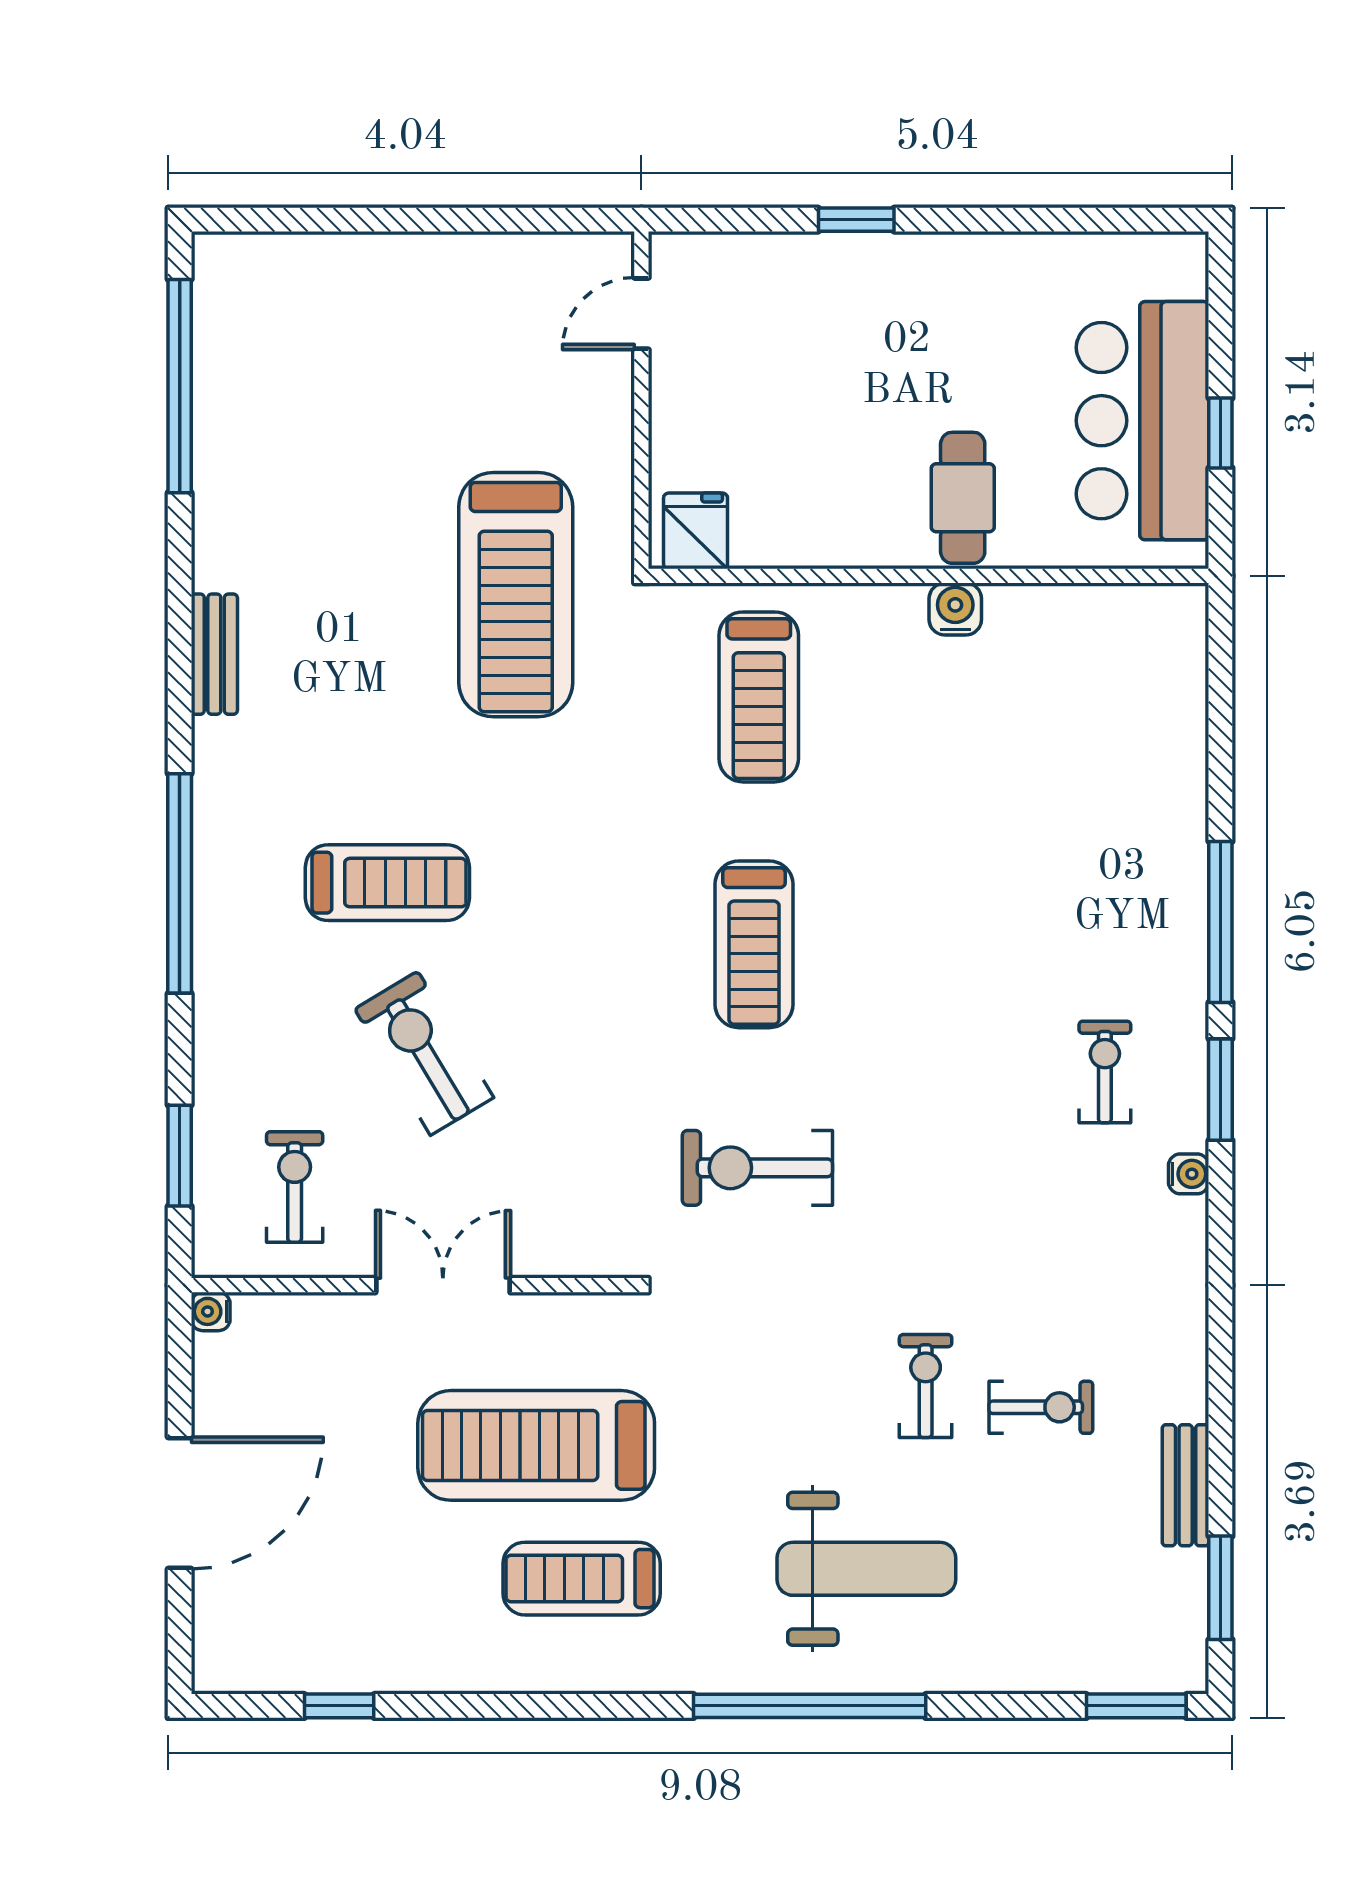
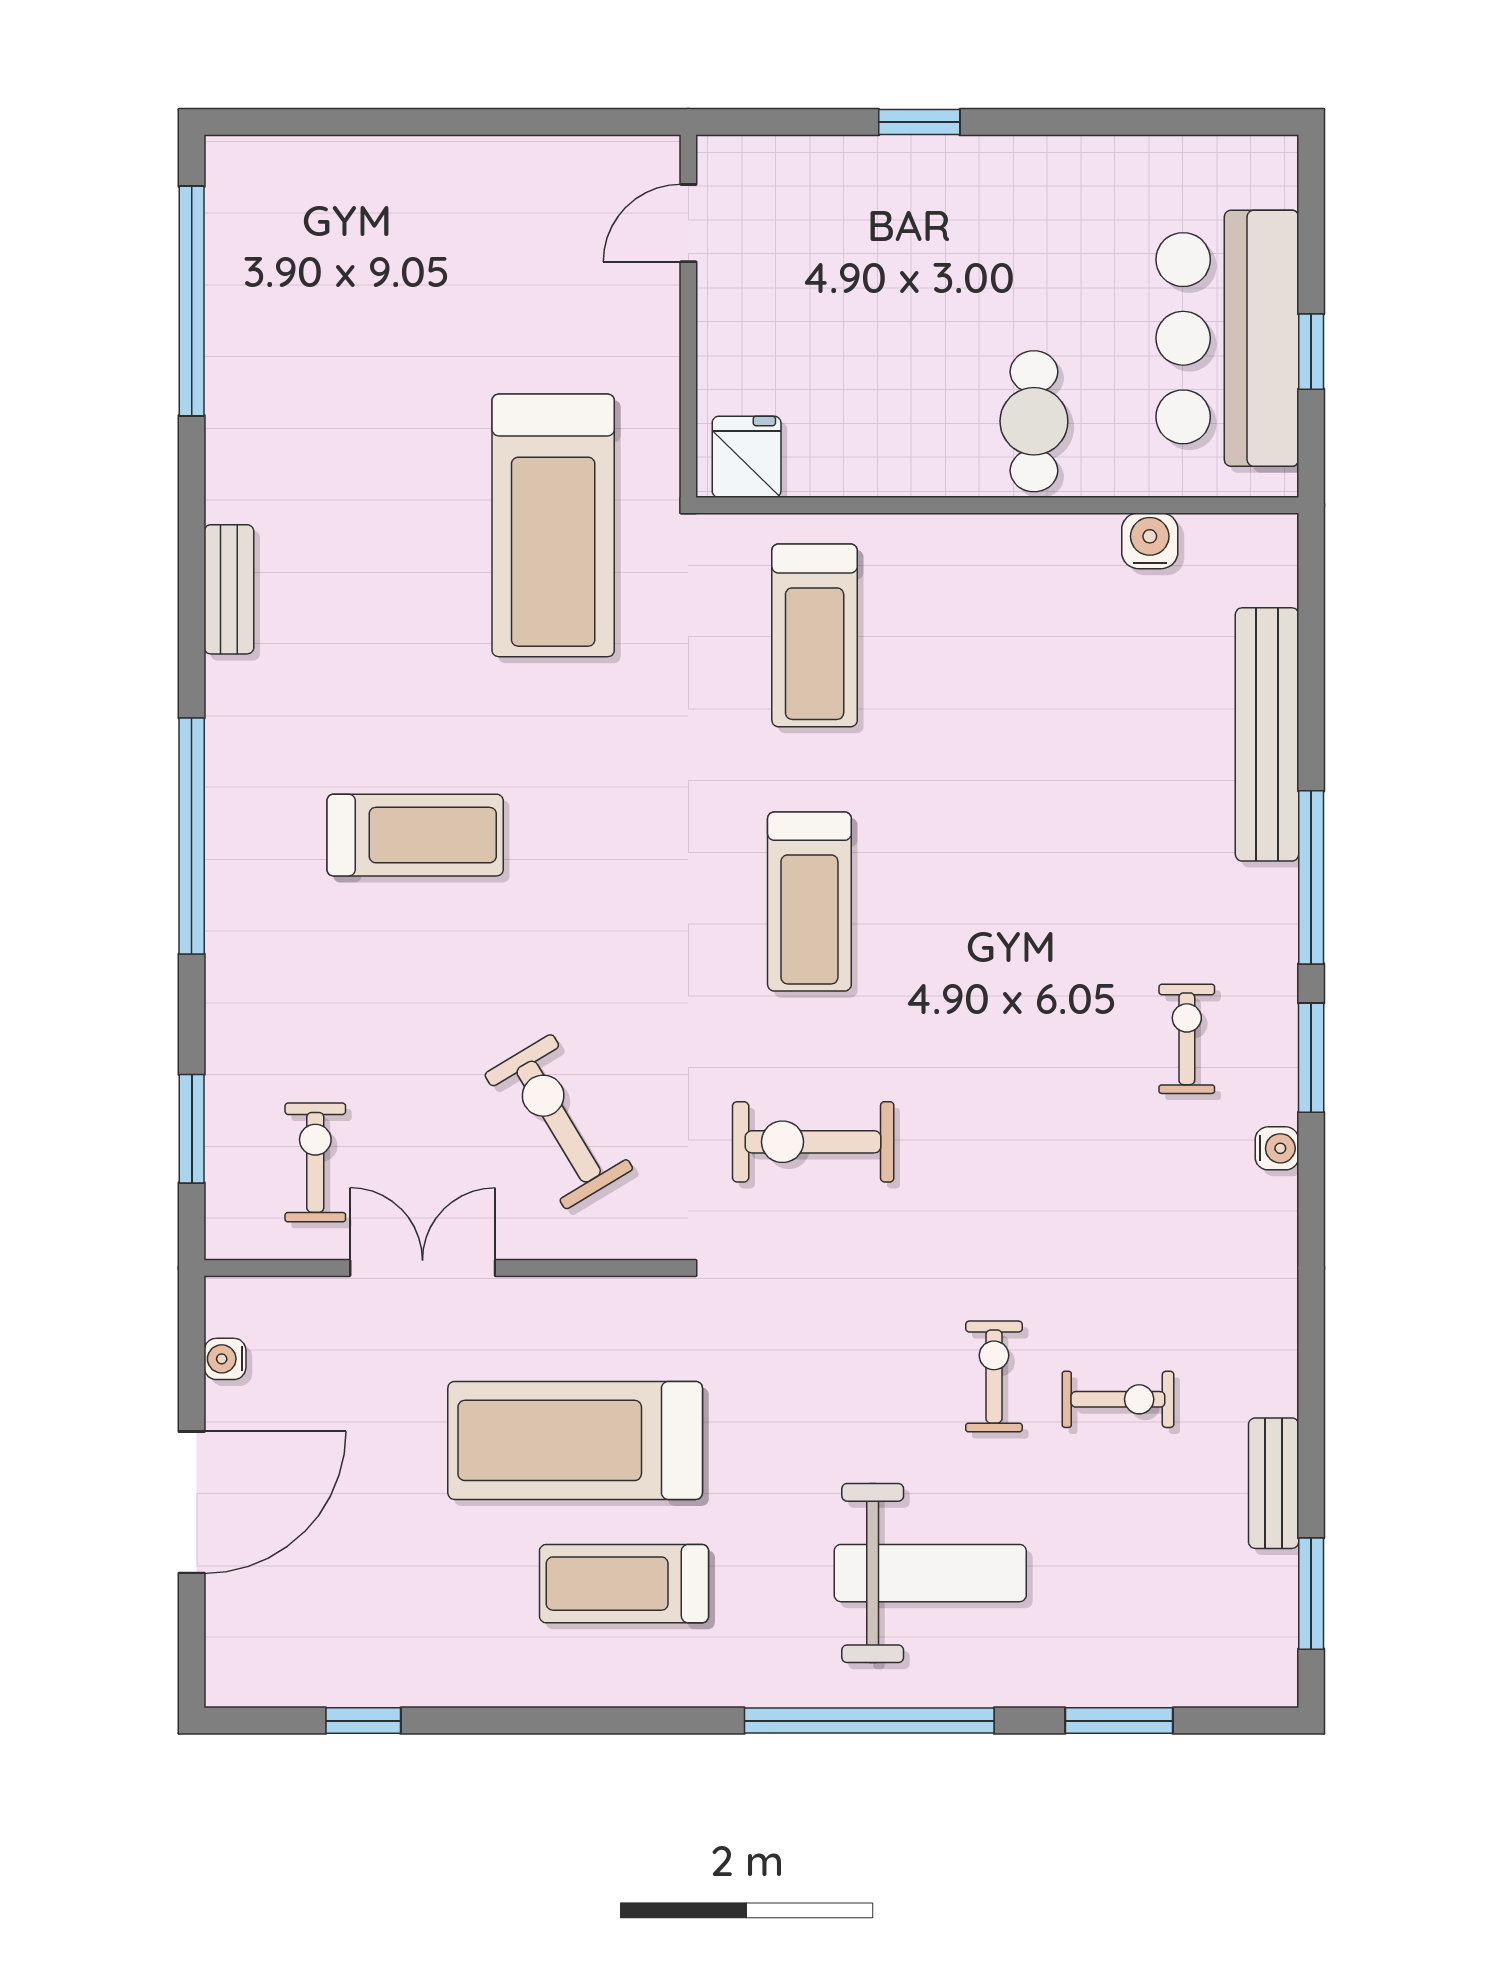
water cooler: (955, 609) -> (1150, 541), moved
bench: (1179, 789) -> (1267, 734), added
exercise bike: (424, 1053) -> (559, 1122), moved
double door: (443, 1285) -> (423, 1268), moved
water cooler: (211, 1311) -> (225, 1359), moved
window: (1136, 1706) -> (1119, 1721), moved

